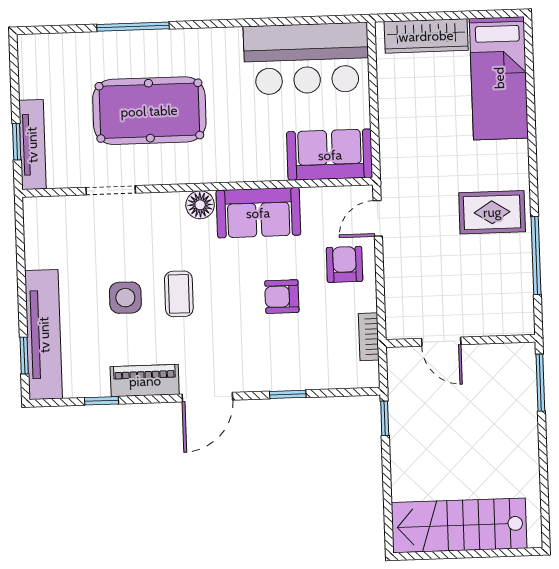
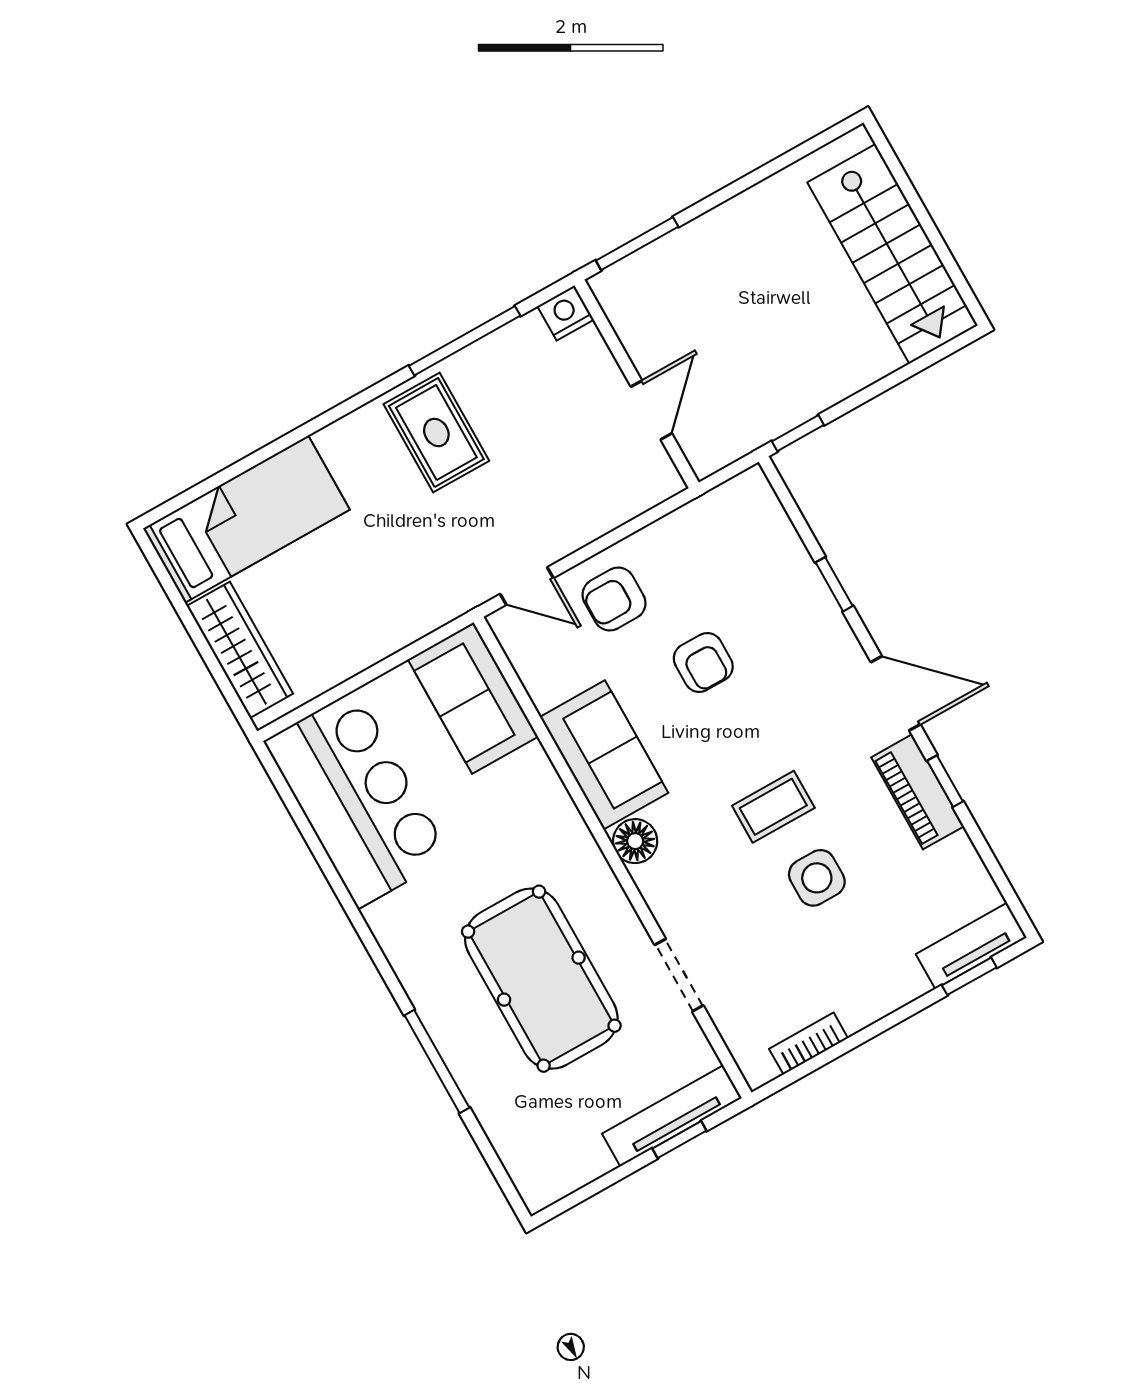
nightstand: (522, 321) -> (566, 313), added
tv unit: (44, 335) -> (971, 946), width x0.52, depth x0.78
bookcase: (369, 337) -> (809, 1044), moved, turned 180
window: (101, 401) -> (945, 781), moved

